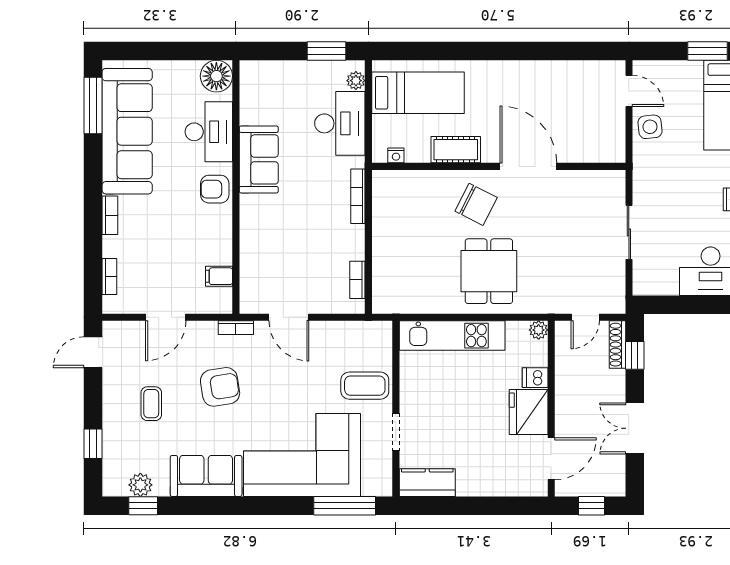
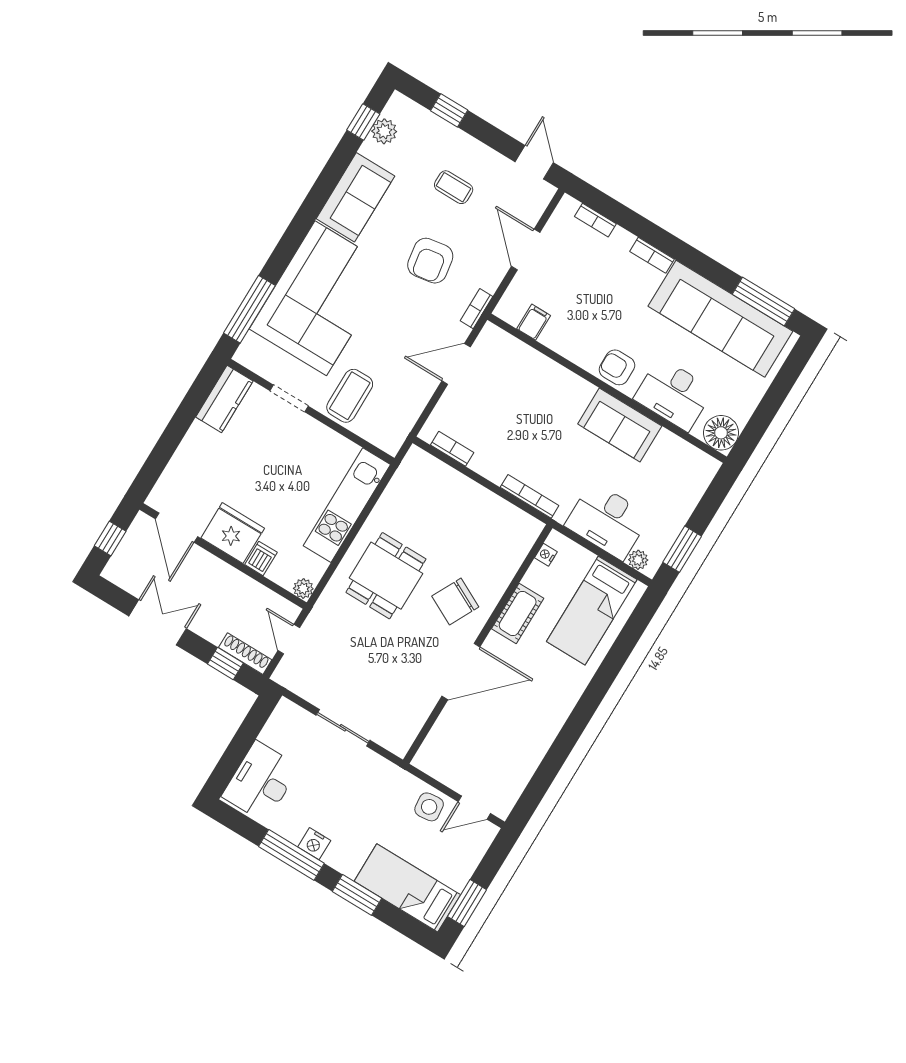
armchair: (215, 189) -> (617, 367), turned -90
dining table: (489, 271) -> (386, 576), turned 90

